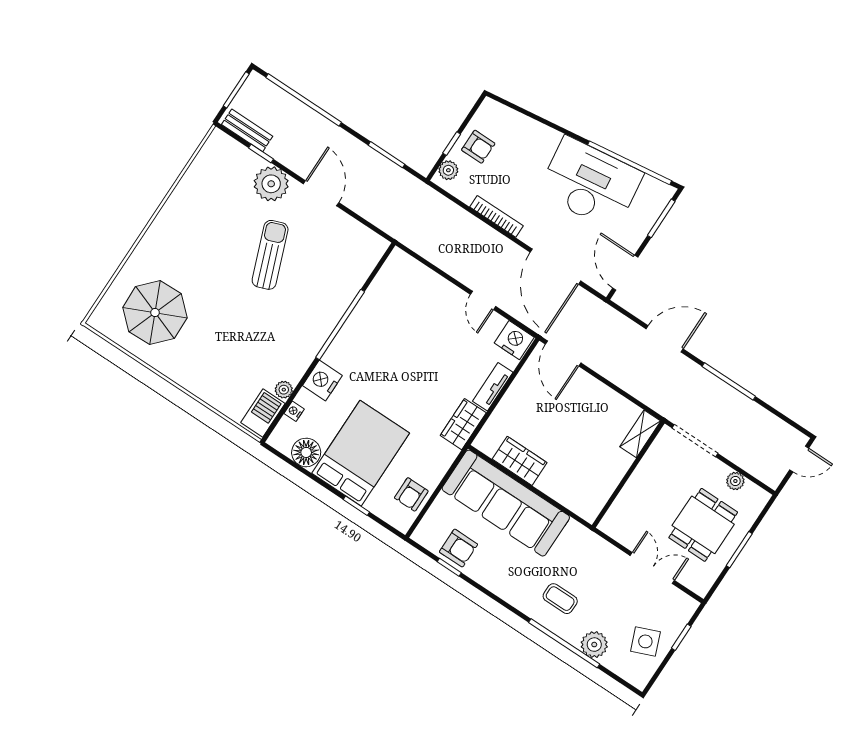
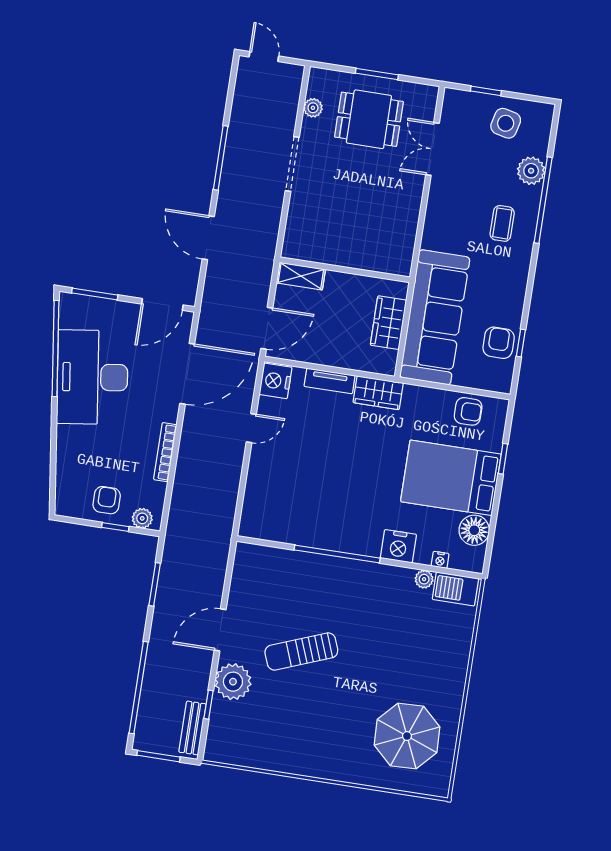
shelving: (640, 434) -> (301, 276), moved
wall: (628, 474) -> (345, 270), moved
side table: (645, 641) -> (506, 123), turned 35

